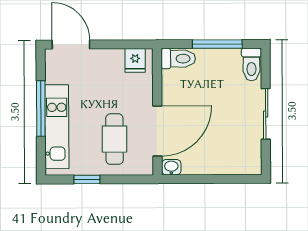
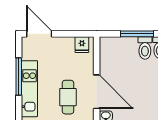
toilet: (178, 59) -> (145, 48), moved, turned 90
door: (157, 131) -> (97, 92), hinge flipped

